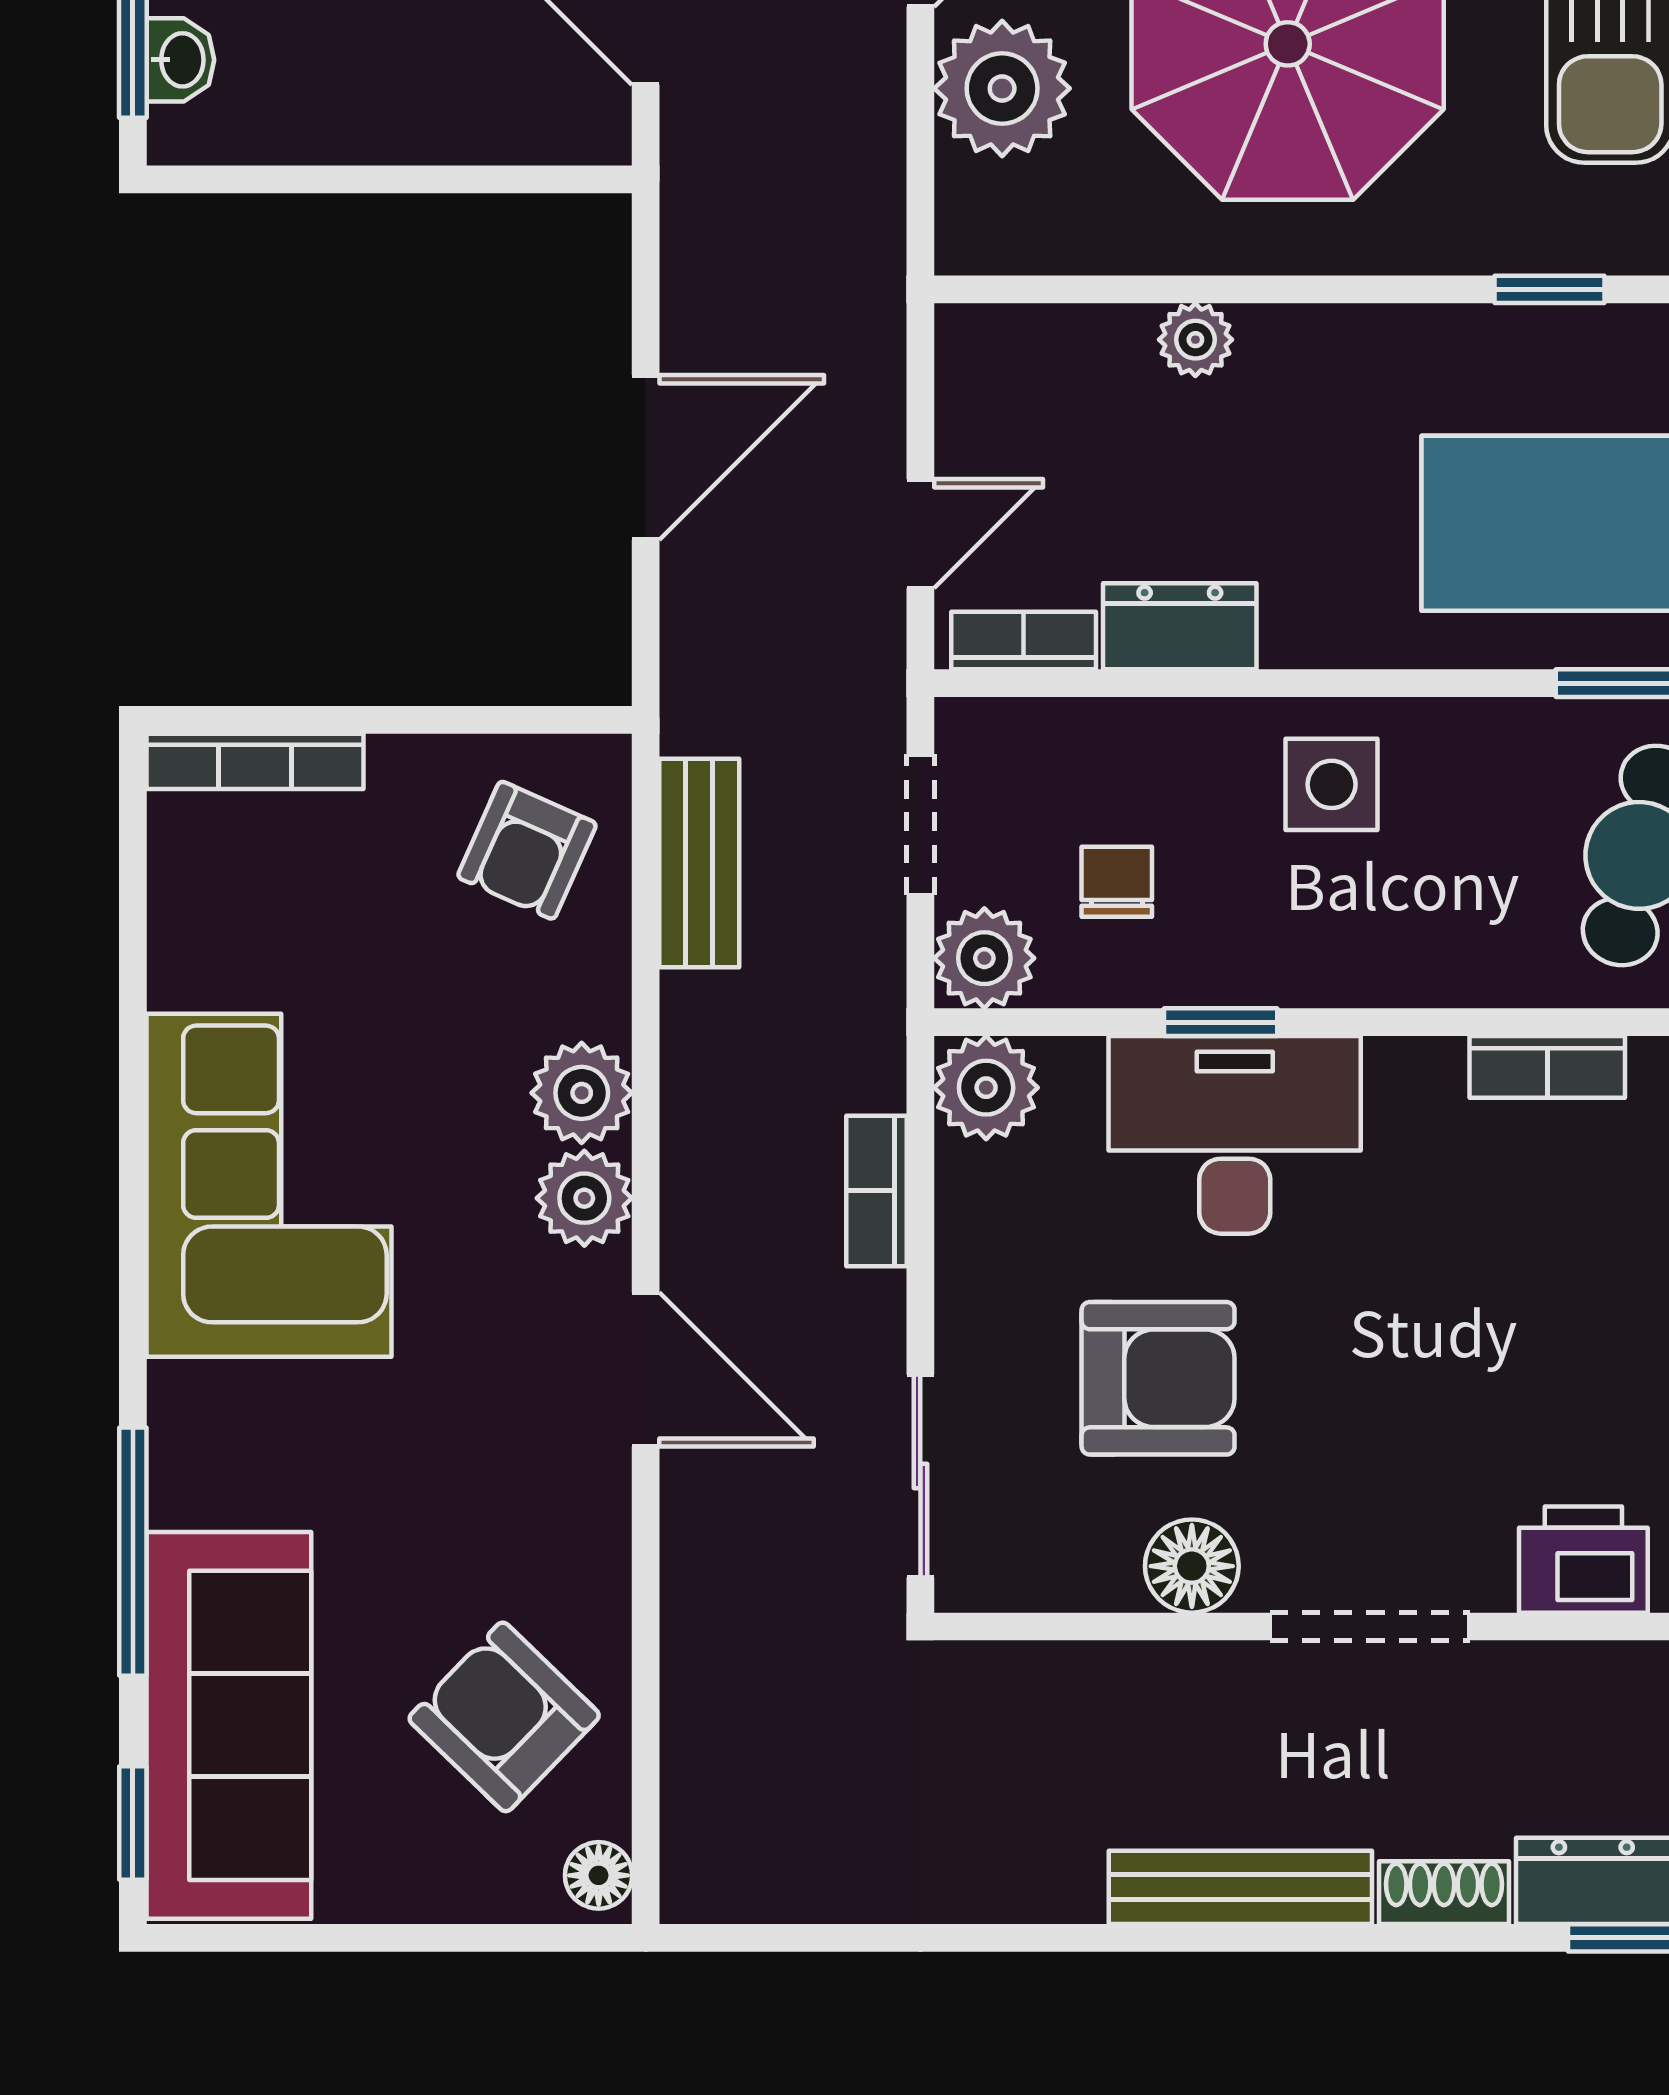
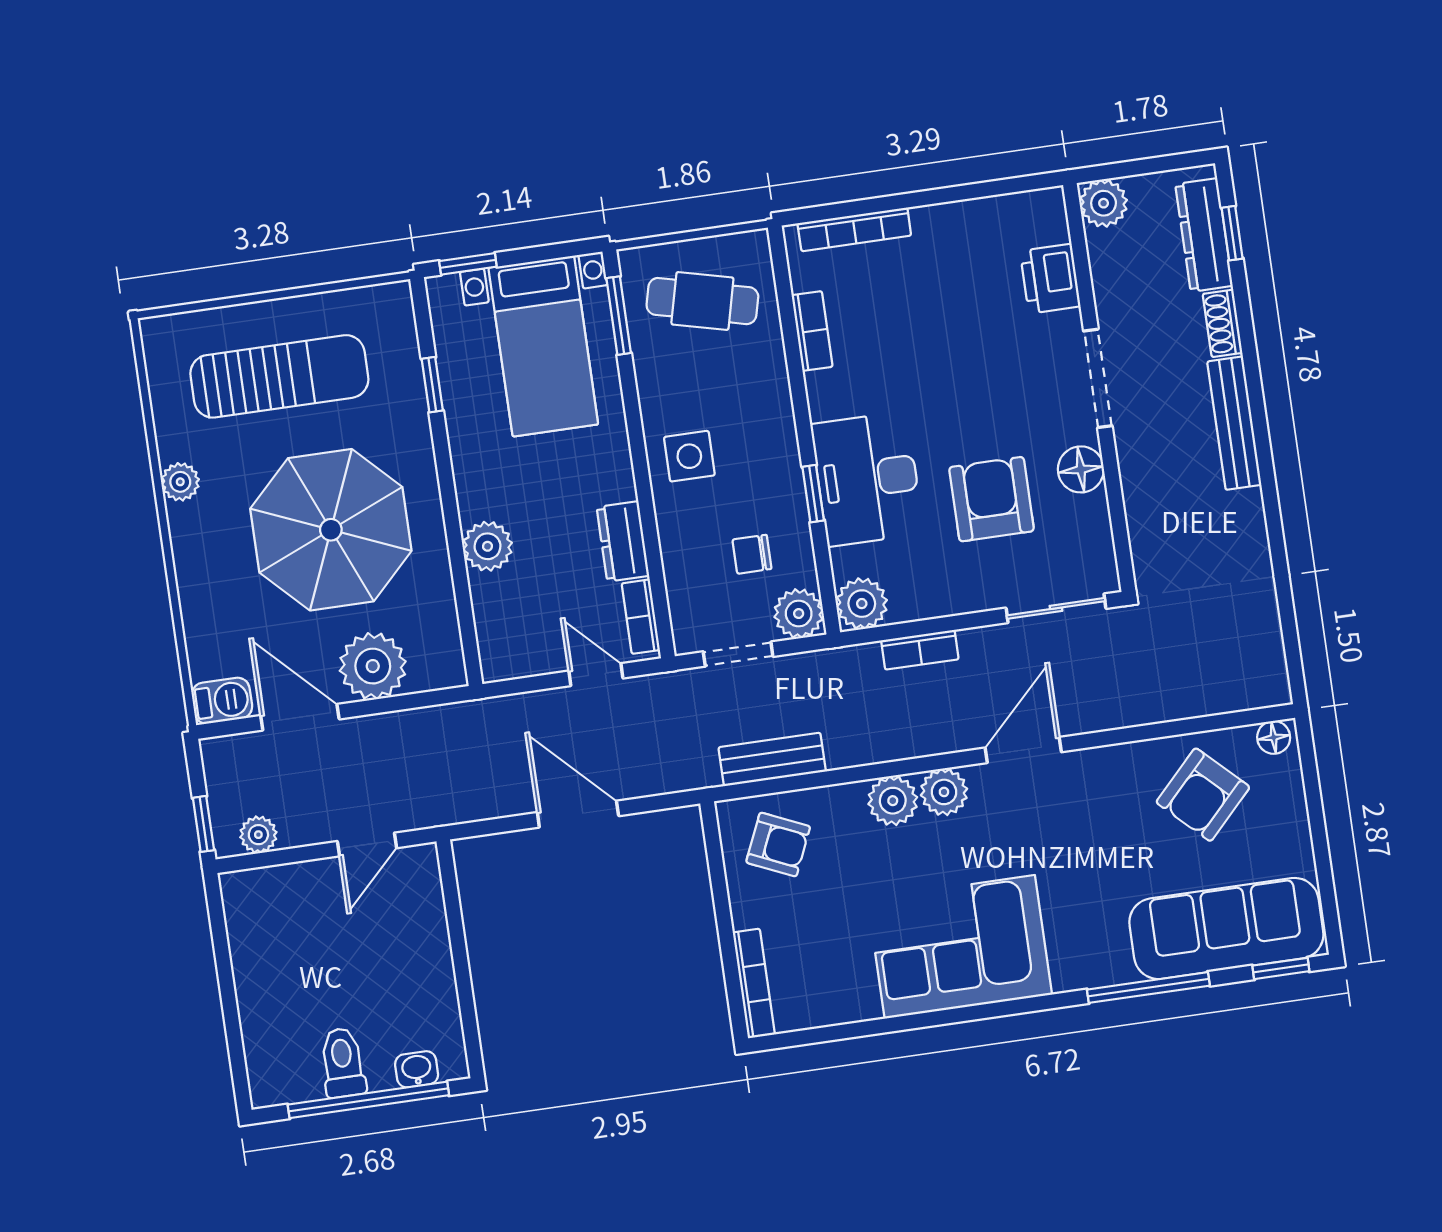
plant: (1195, 340) -> (488, 546), width x1.38, depth x1.38

